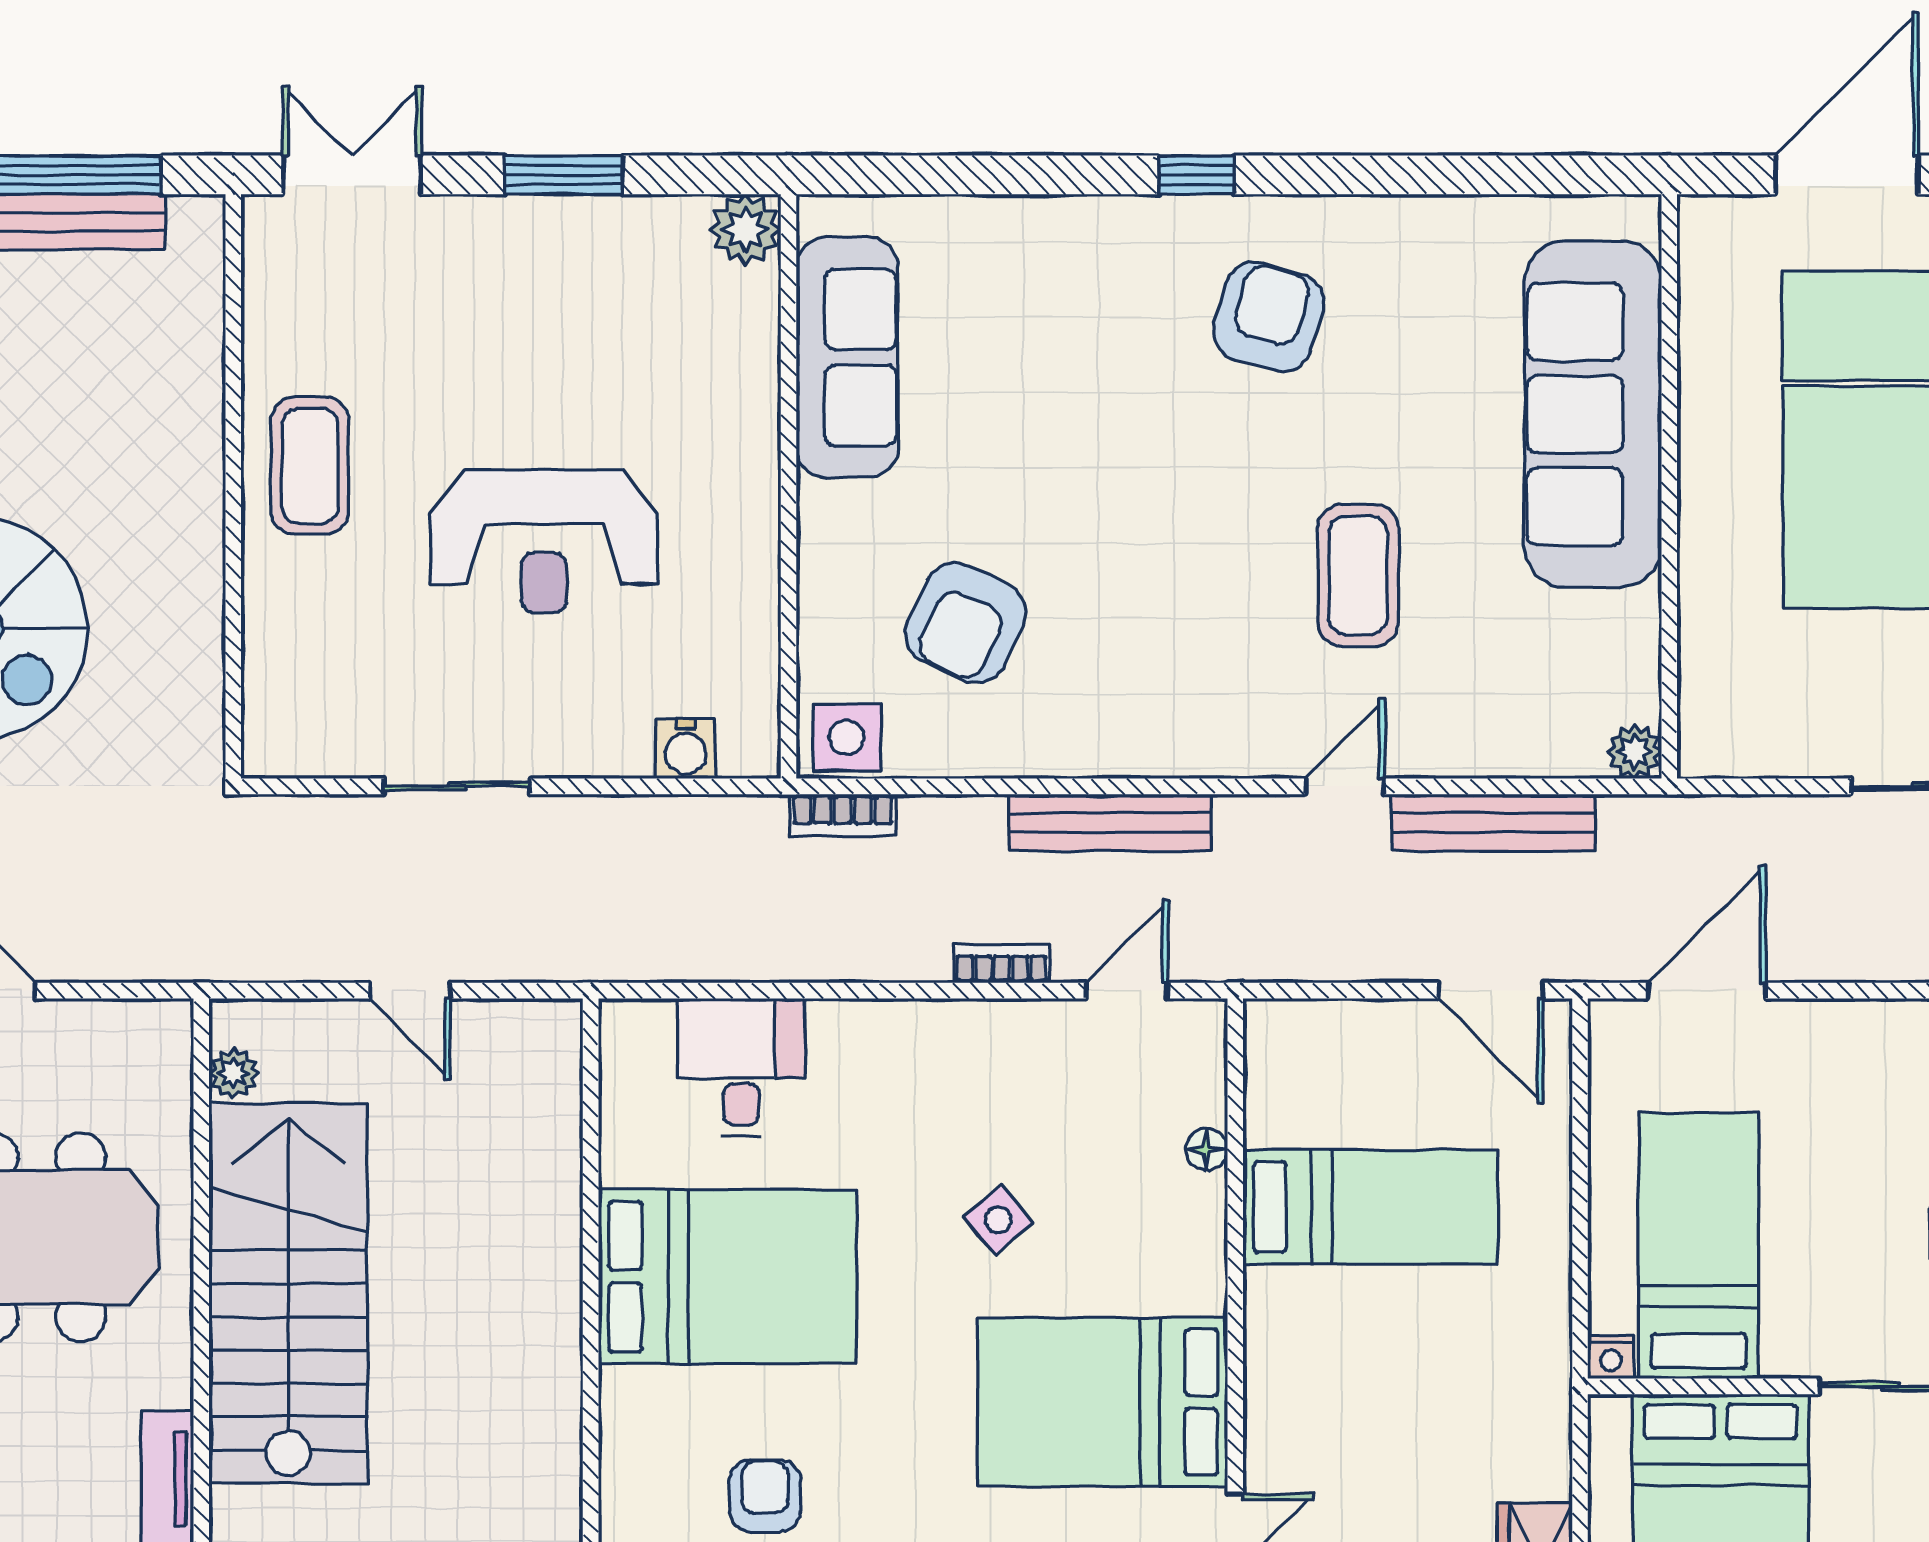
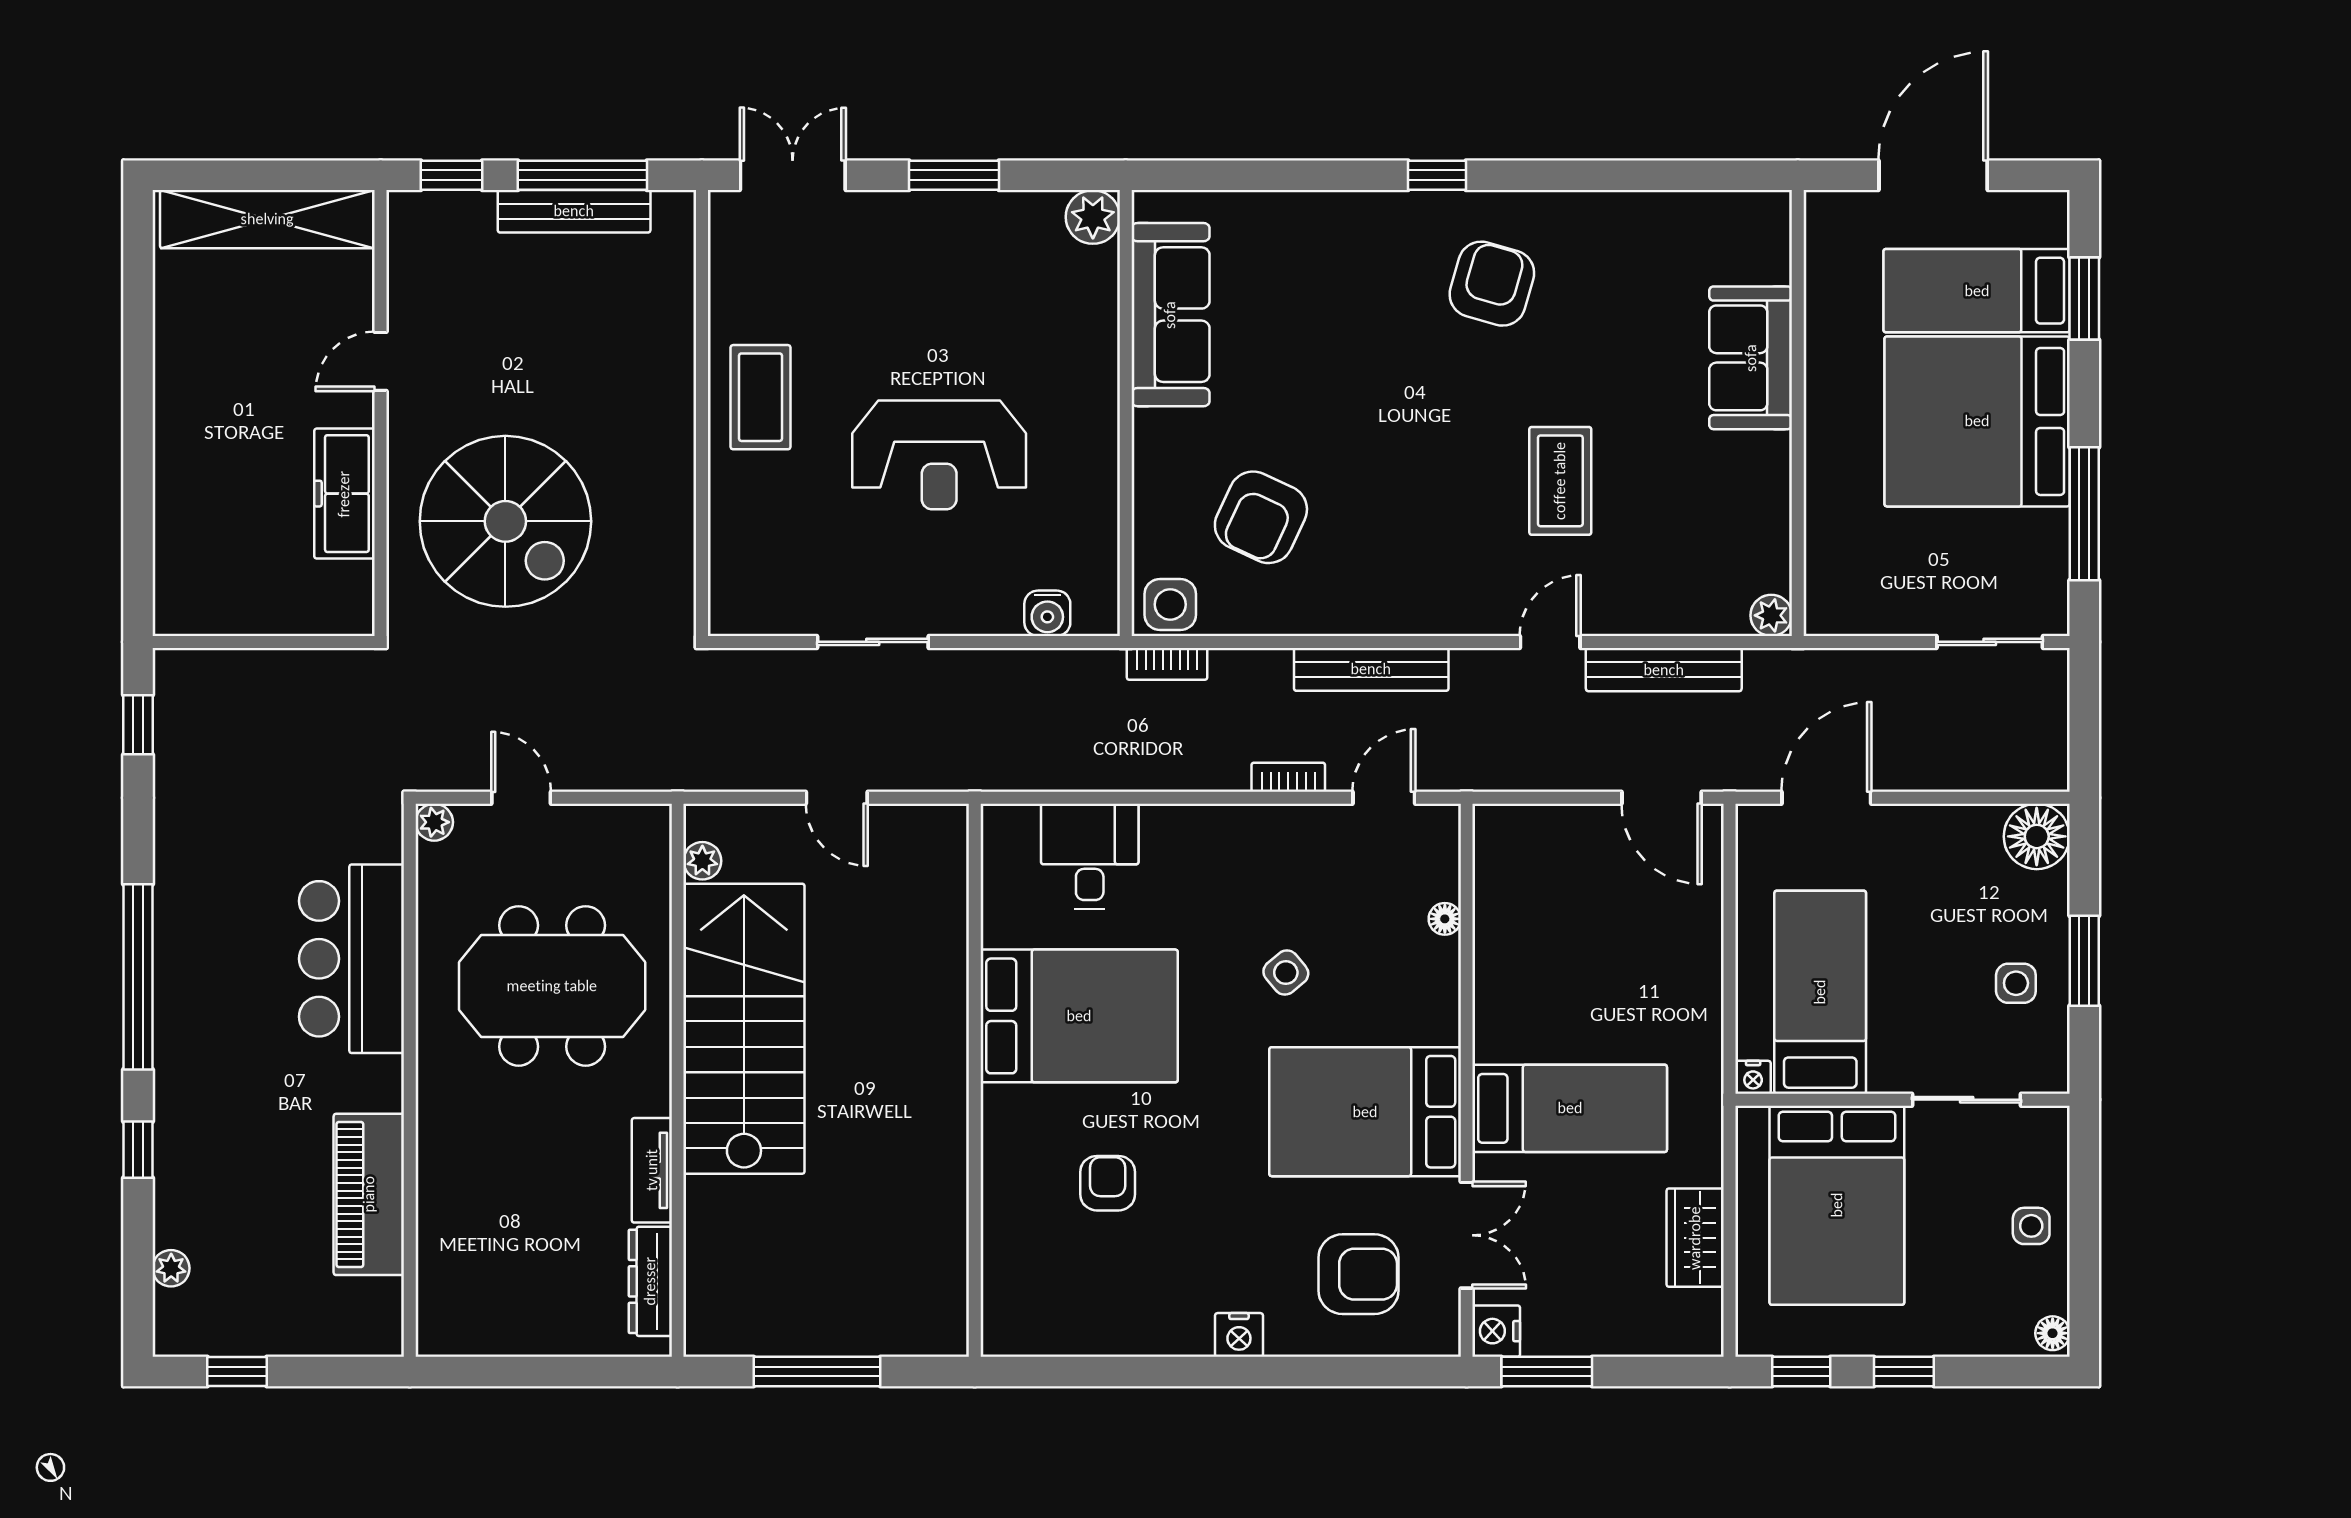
sofa: (1593, 414) -> (1751, 358), width x0.54, depth x0.79
bed: (1370, 1207) -> (1570, 1108), moved

